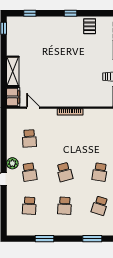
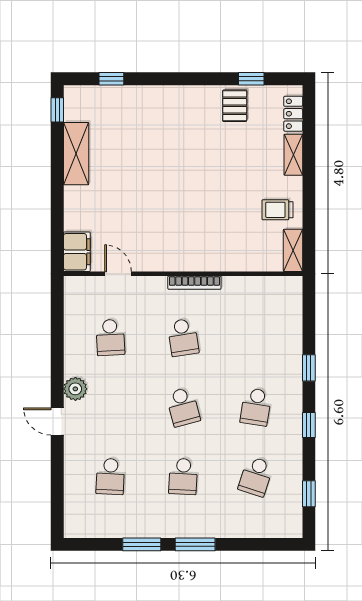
window: (71, 13) -> (251, 79), moved
shelving: (13, 71) -> (76, 154), moved
school desk: (29, 172) -> (183, 337), moved
window: (92, 239) -> (195, 544), moved

